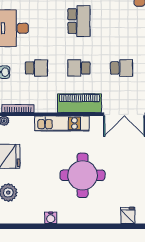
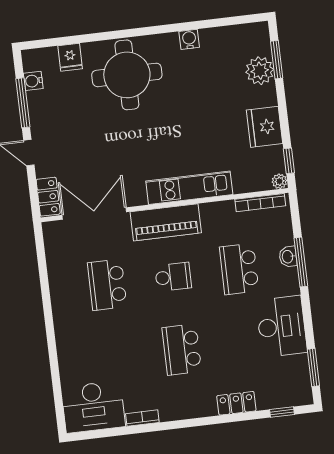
school desk: (36, 68) -> (239, 269), width x1.85
school desk: (122, 68) -> (107, 285), width x1.85
round table: (83, 175) -> (127, 75), moved

